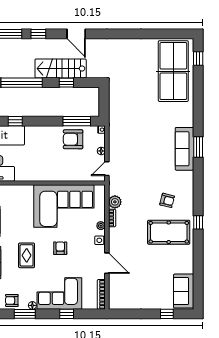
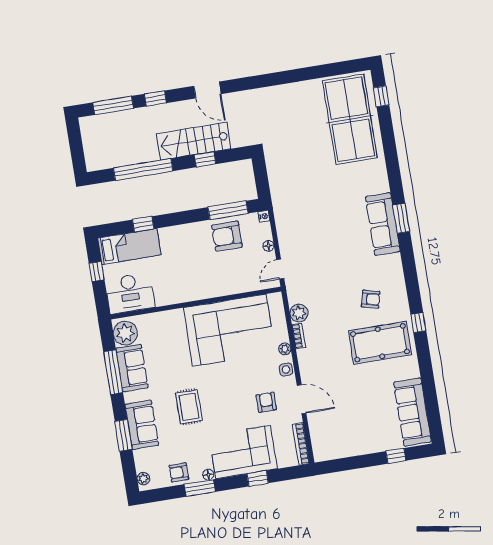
armchair: (60, 248) -> (266, 402), moved
sofa: (184, 291) -> (412, 412), width x1.36

